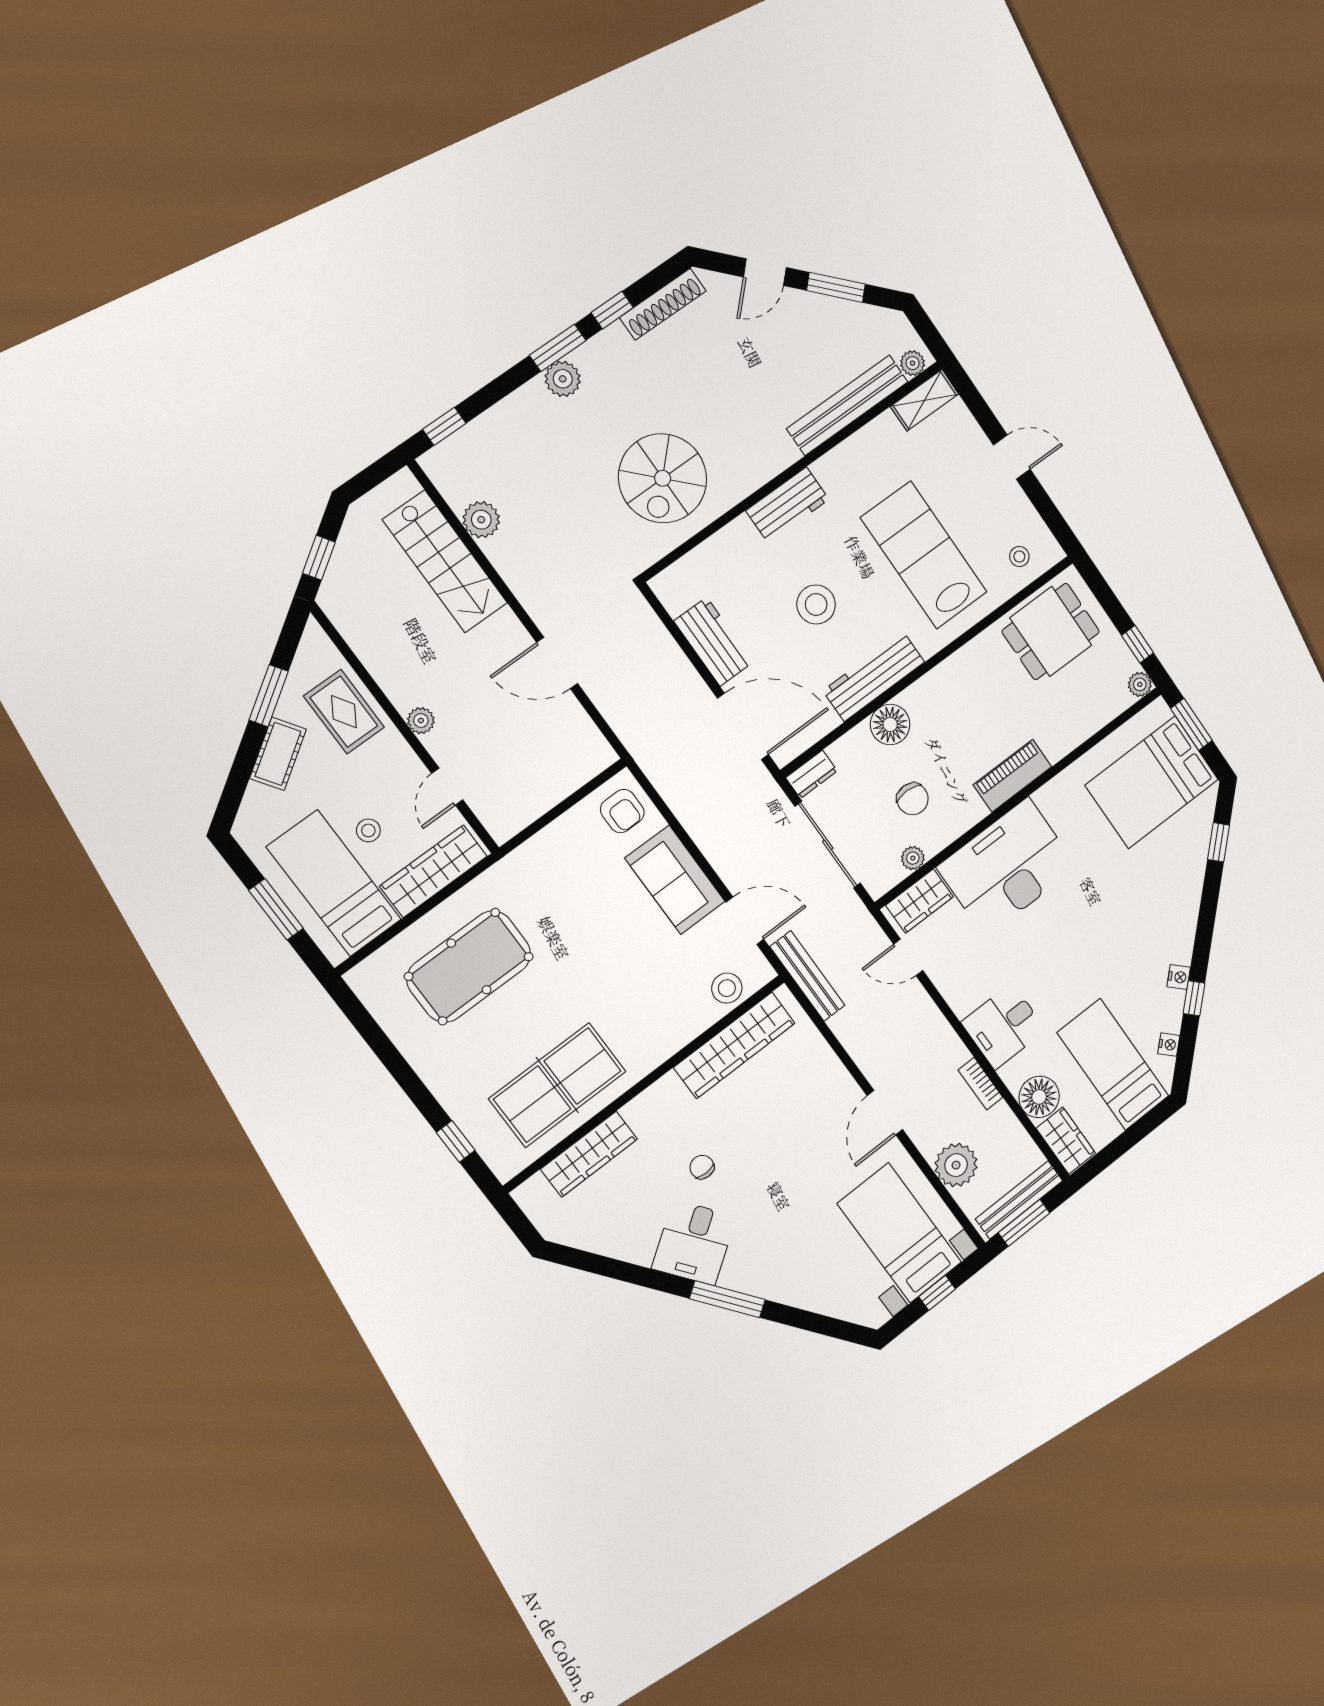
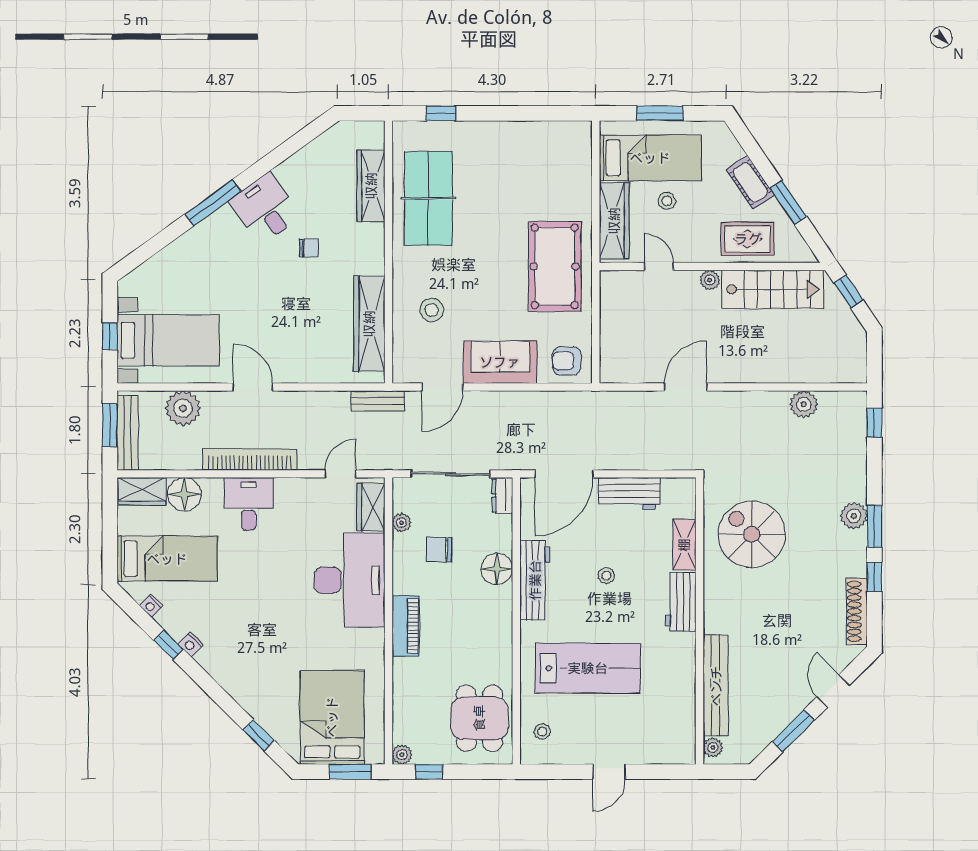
shelving: (925, 400) -> (684, 545), moved
stairs: (445, 561) -> (773, 289), moved, turned 180
stool: (816, 604) -> (606, 576), width x0.53, depth x0.53
pool table: (469, 967) -> (555, 266), moved
bench: (807, 976) -> (378, 401), width x0.73
stool: (727, 988) -> (432, 310), moved
bookcase: (980, 1084) -> (250, 460), width x2.31, depth x1.31

